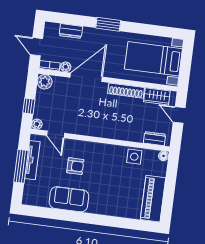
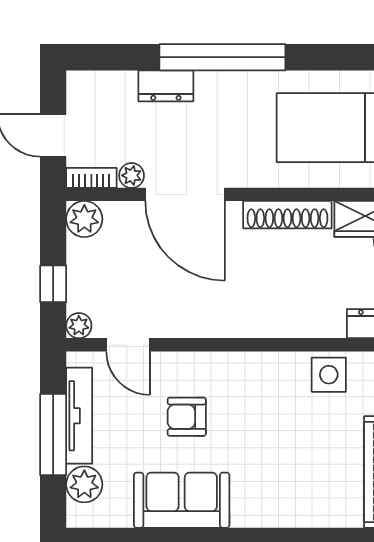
window: (108, 24) -> (222, 57), width x2.11
dresser: (71, 31) -> (166, 86), moved
door: (86, 77) -> (185, 194), swing flipped
armchair: (75, 166) -> (187, 417), turned 180
plant: (31, 188) -> (84, 484), added

